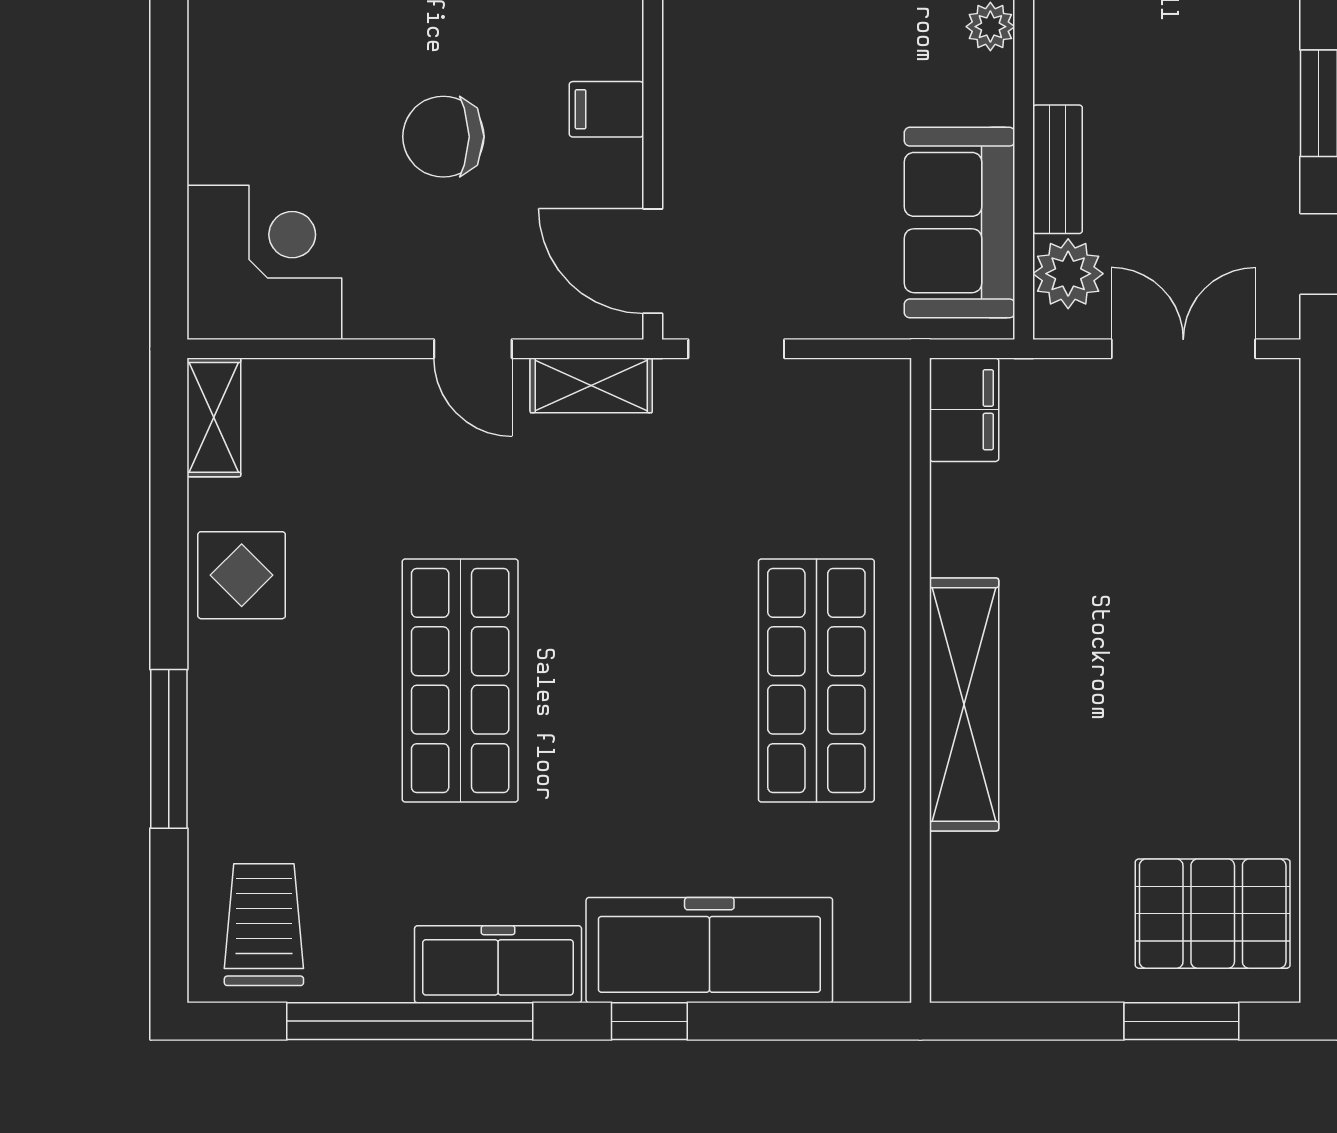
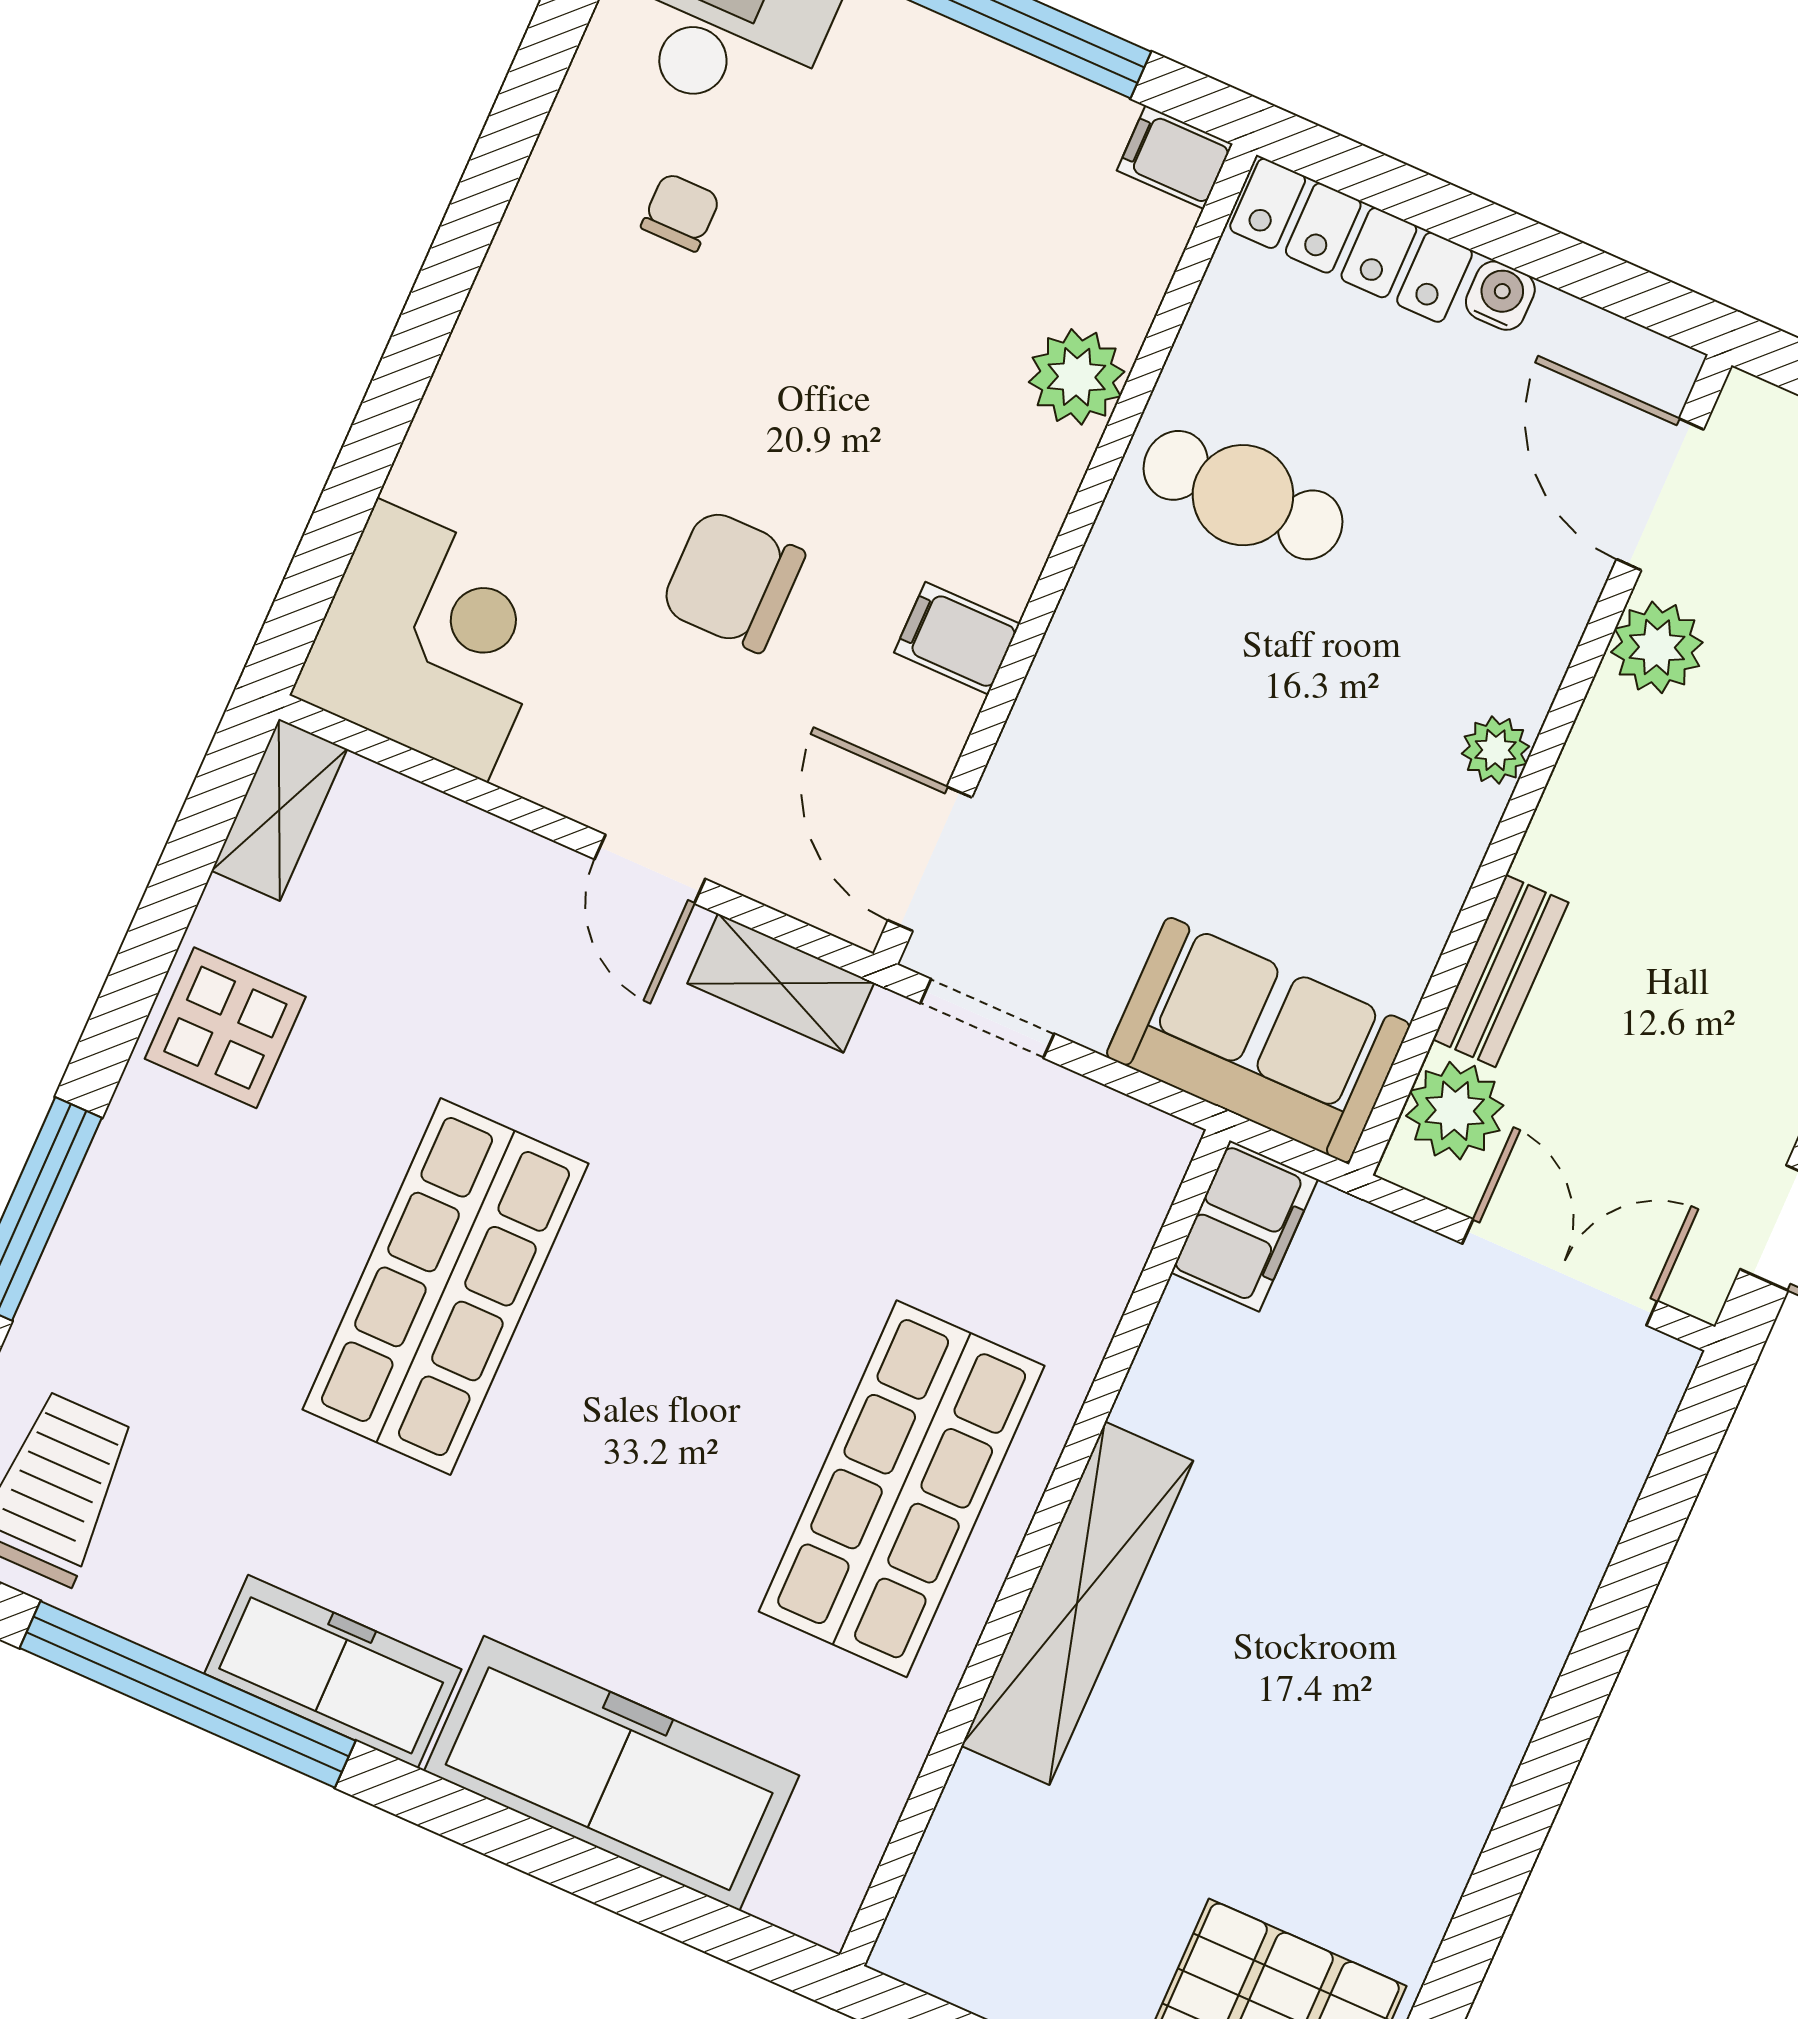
sofa: (960, 223) -> (1258, 1040), moved, turned 90
window: (649, 1021) -> (494, 1830), removed

